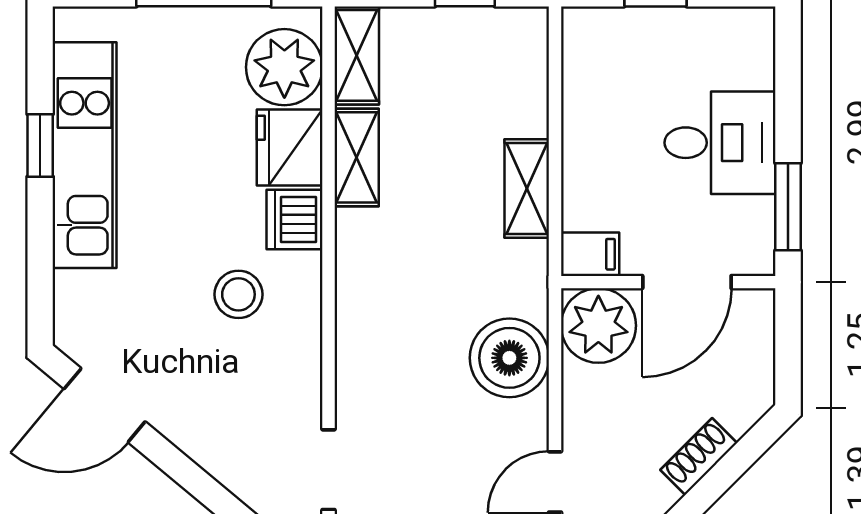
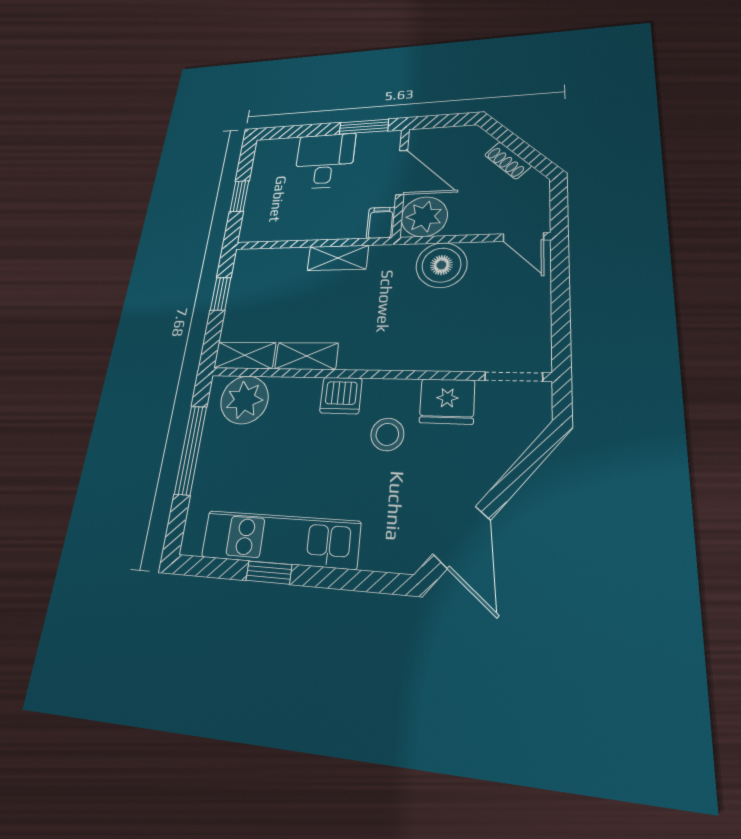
fridge: (290, 148) -> (447, 401), moved

